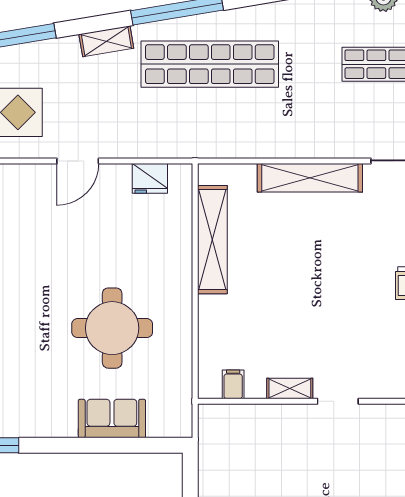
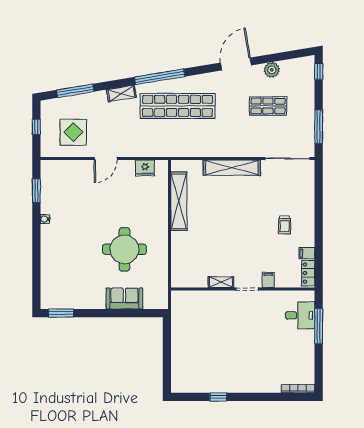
filing cabinet: (233, 384) -> (268, 280), moved

